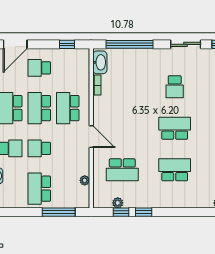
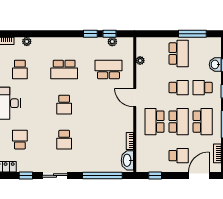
school desk: (175, 87) -> (64, 140), turned 180
school desk: (68, 108) -> (154, 122), turned 180
school desk: (175, 128) -> (64, 105), width x0.54
window: (59, 212) -> (192, 34), moved

